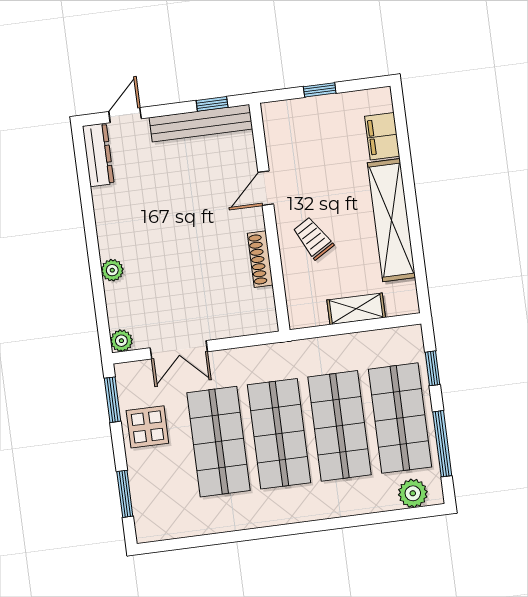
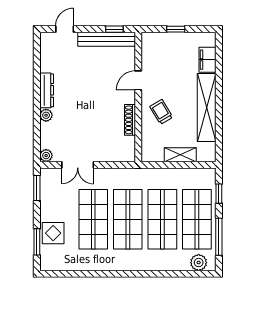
dresser: (98, 155) -> (47, 90), moved
display table: (147, 427) -> (53, 233), moved

